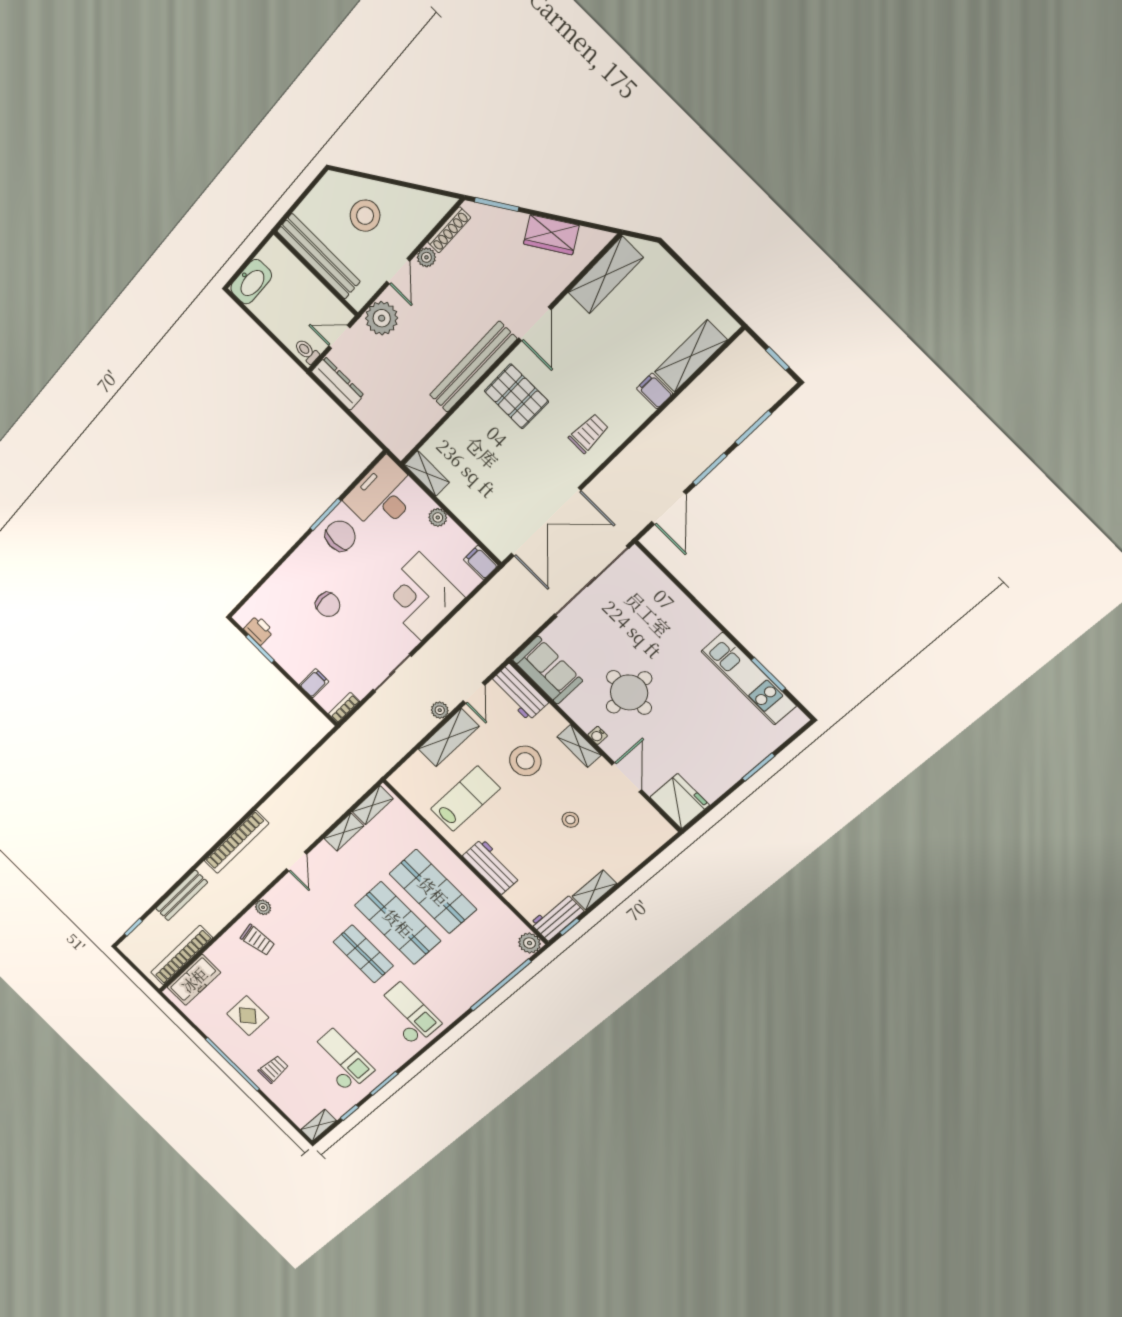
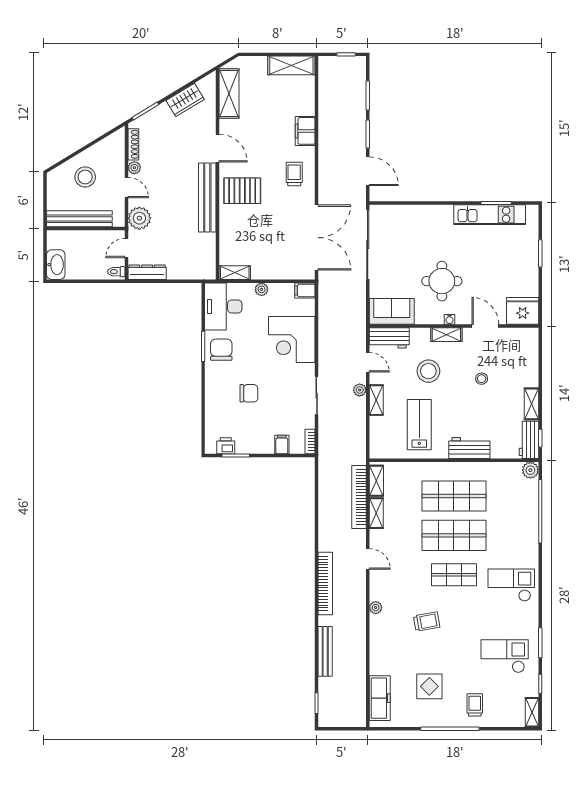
shelving: (691, 356) -> (291, 65), moved, turned 90
filing cabinet: (655, 391) -> (305, 131), width x2.00
shelving: (449, 738) -> (376, 400), width x0.67, depth x0.75
trolley: (258, 940) -> (427, 622), moved
bookcase: (182, 955) -> (359, 497), moved

